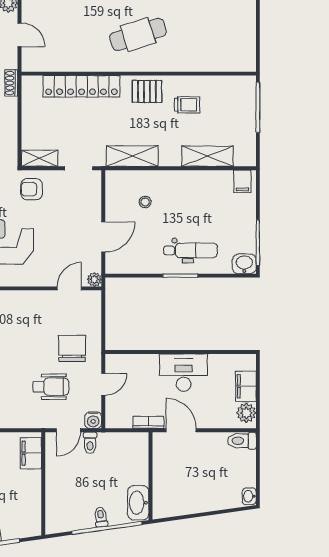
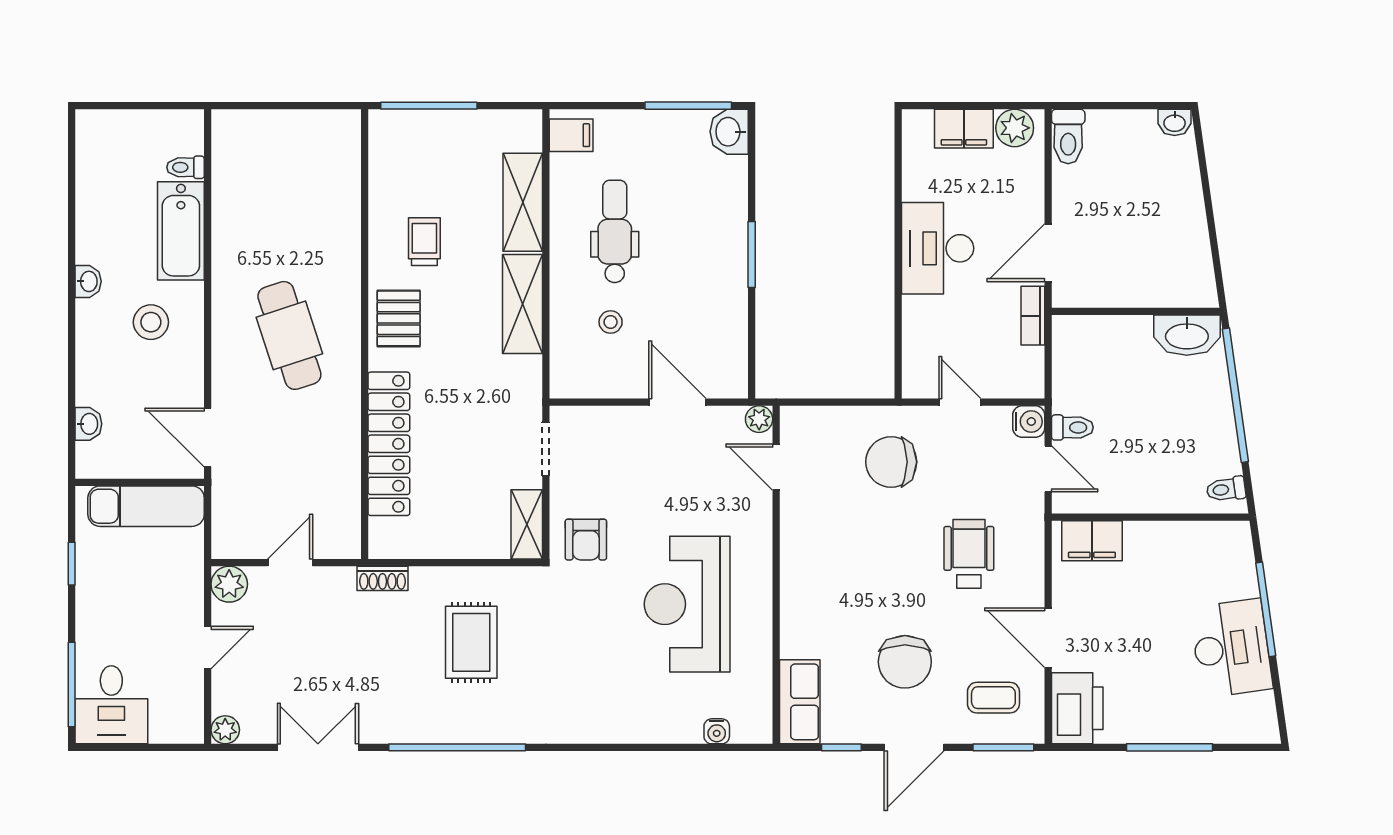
shelving: (132, 156) -> (523, 304), moved
dental chair: (191, 251) -> (615, 231), moved
wheelchair: (51, 387) -> (969, 554), moved
toilet: (101, 517) -> (1226, 489), moved

